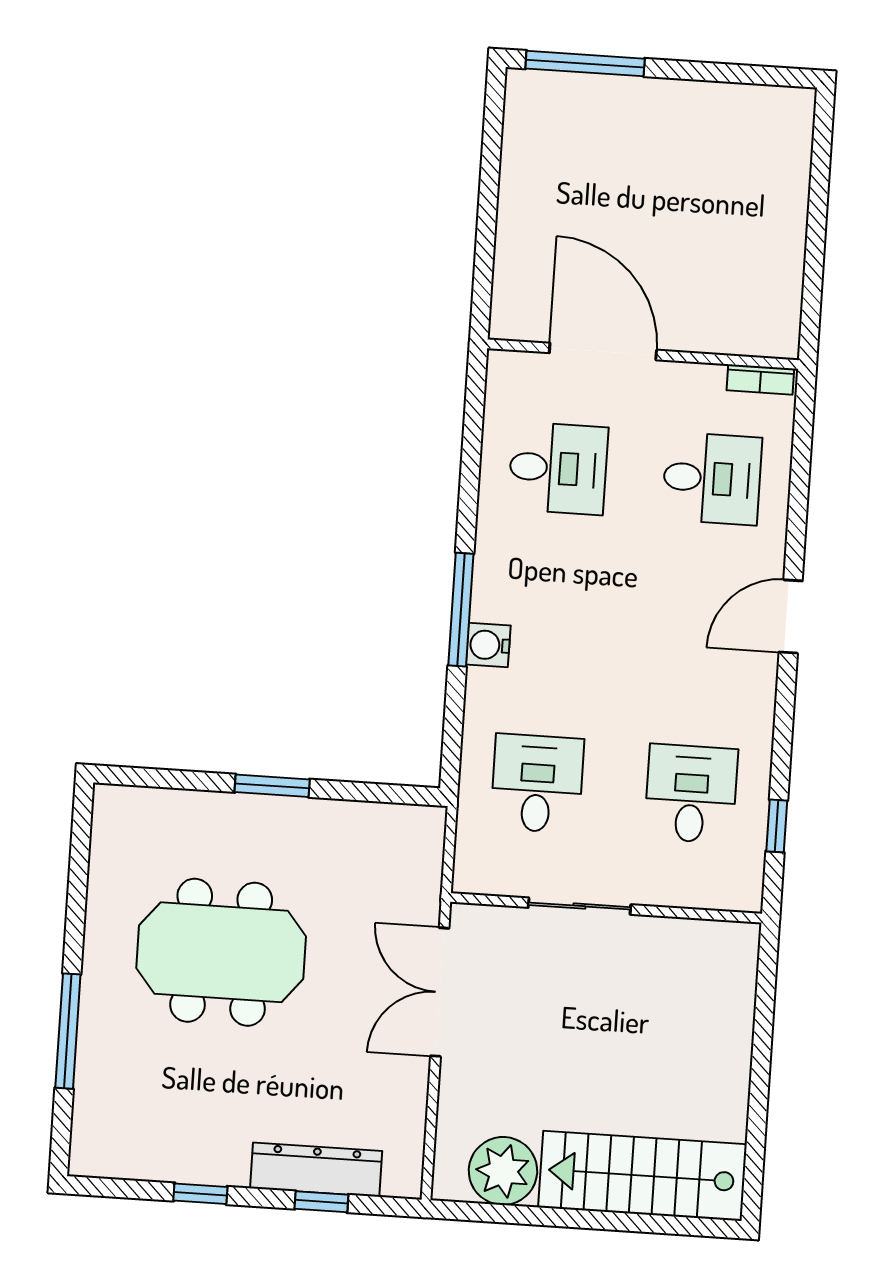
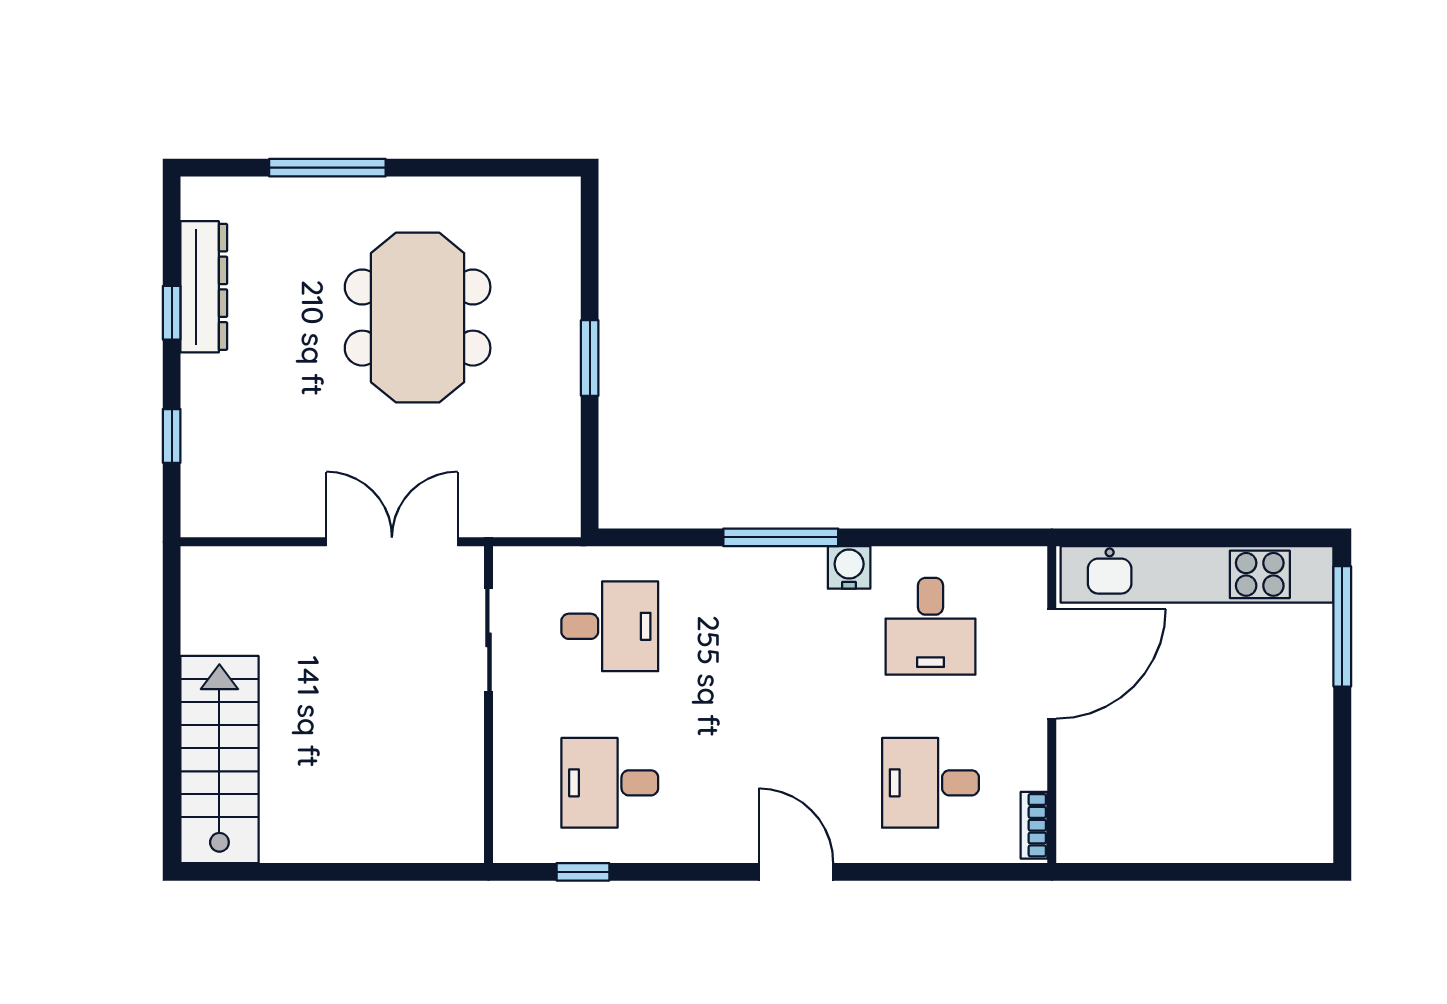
kitchen unit: (524, 203) -> (1197, 574), added
desk: (712, 478) -> (930, 783), turned 90
water cooler: (488, 645) -> (849, 567), moved
desk: (691, 794) -> (610, 783), turned 180
sliding door: (579, 906) -> (488, 640), moved
dresser: (316, 1170) -> (204, 287), moved
plant: (503, 1171) -> (215, 618), removed

